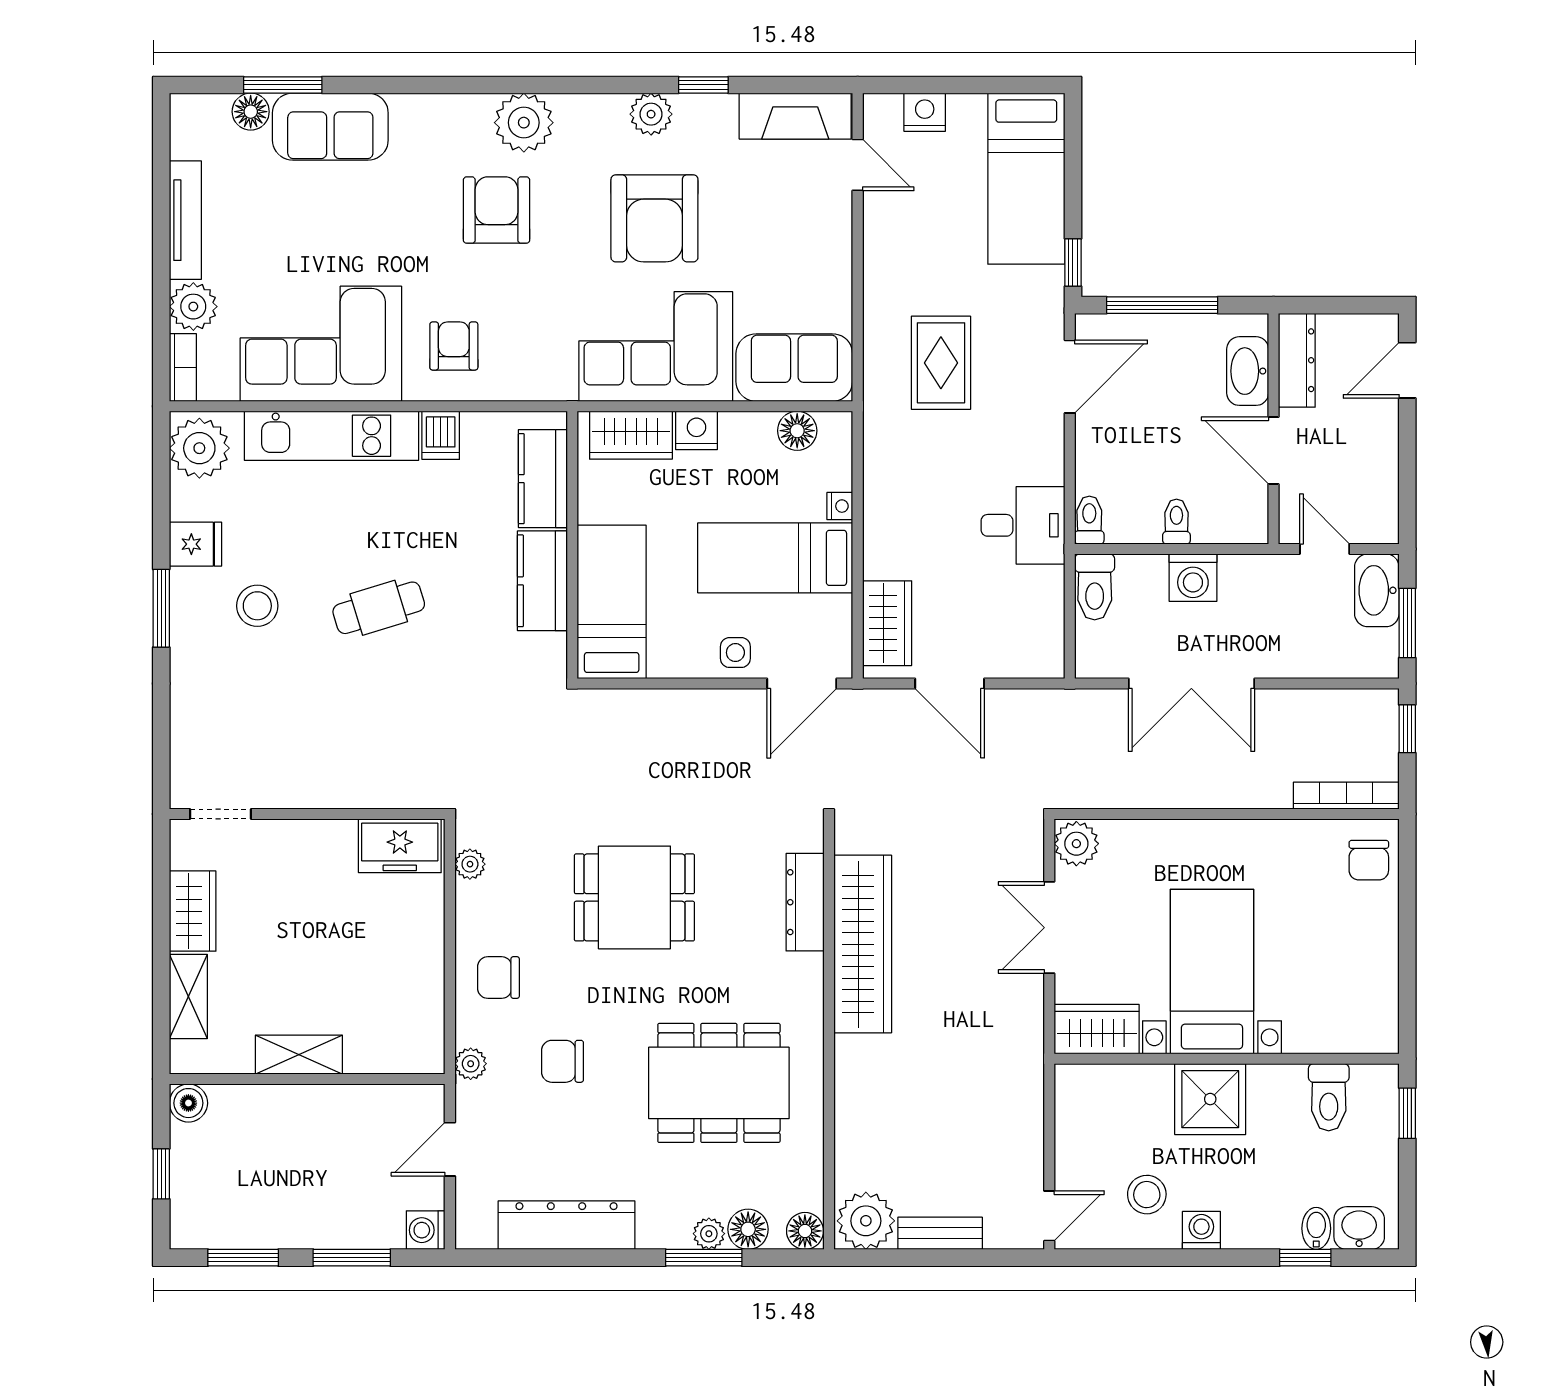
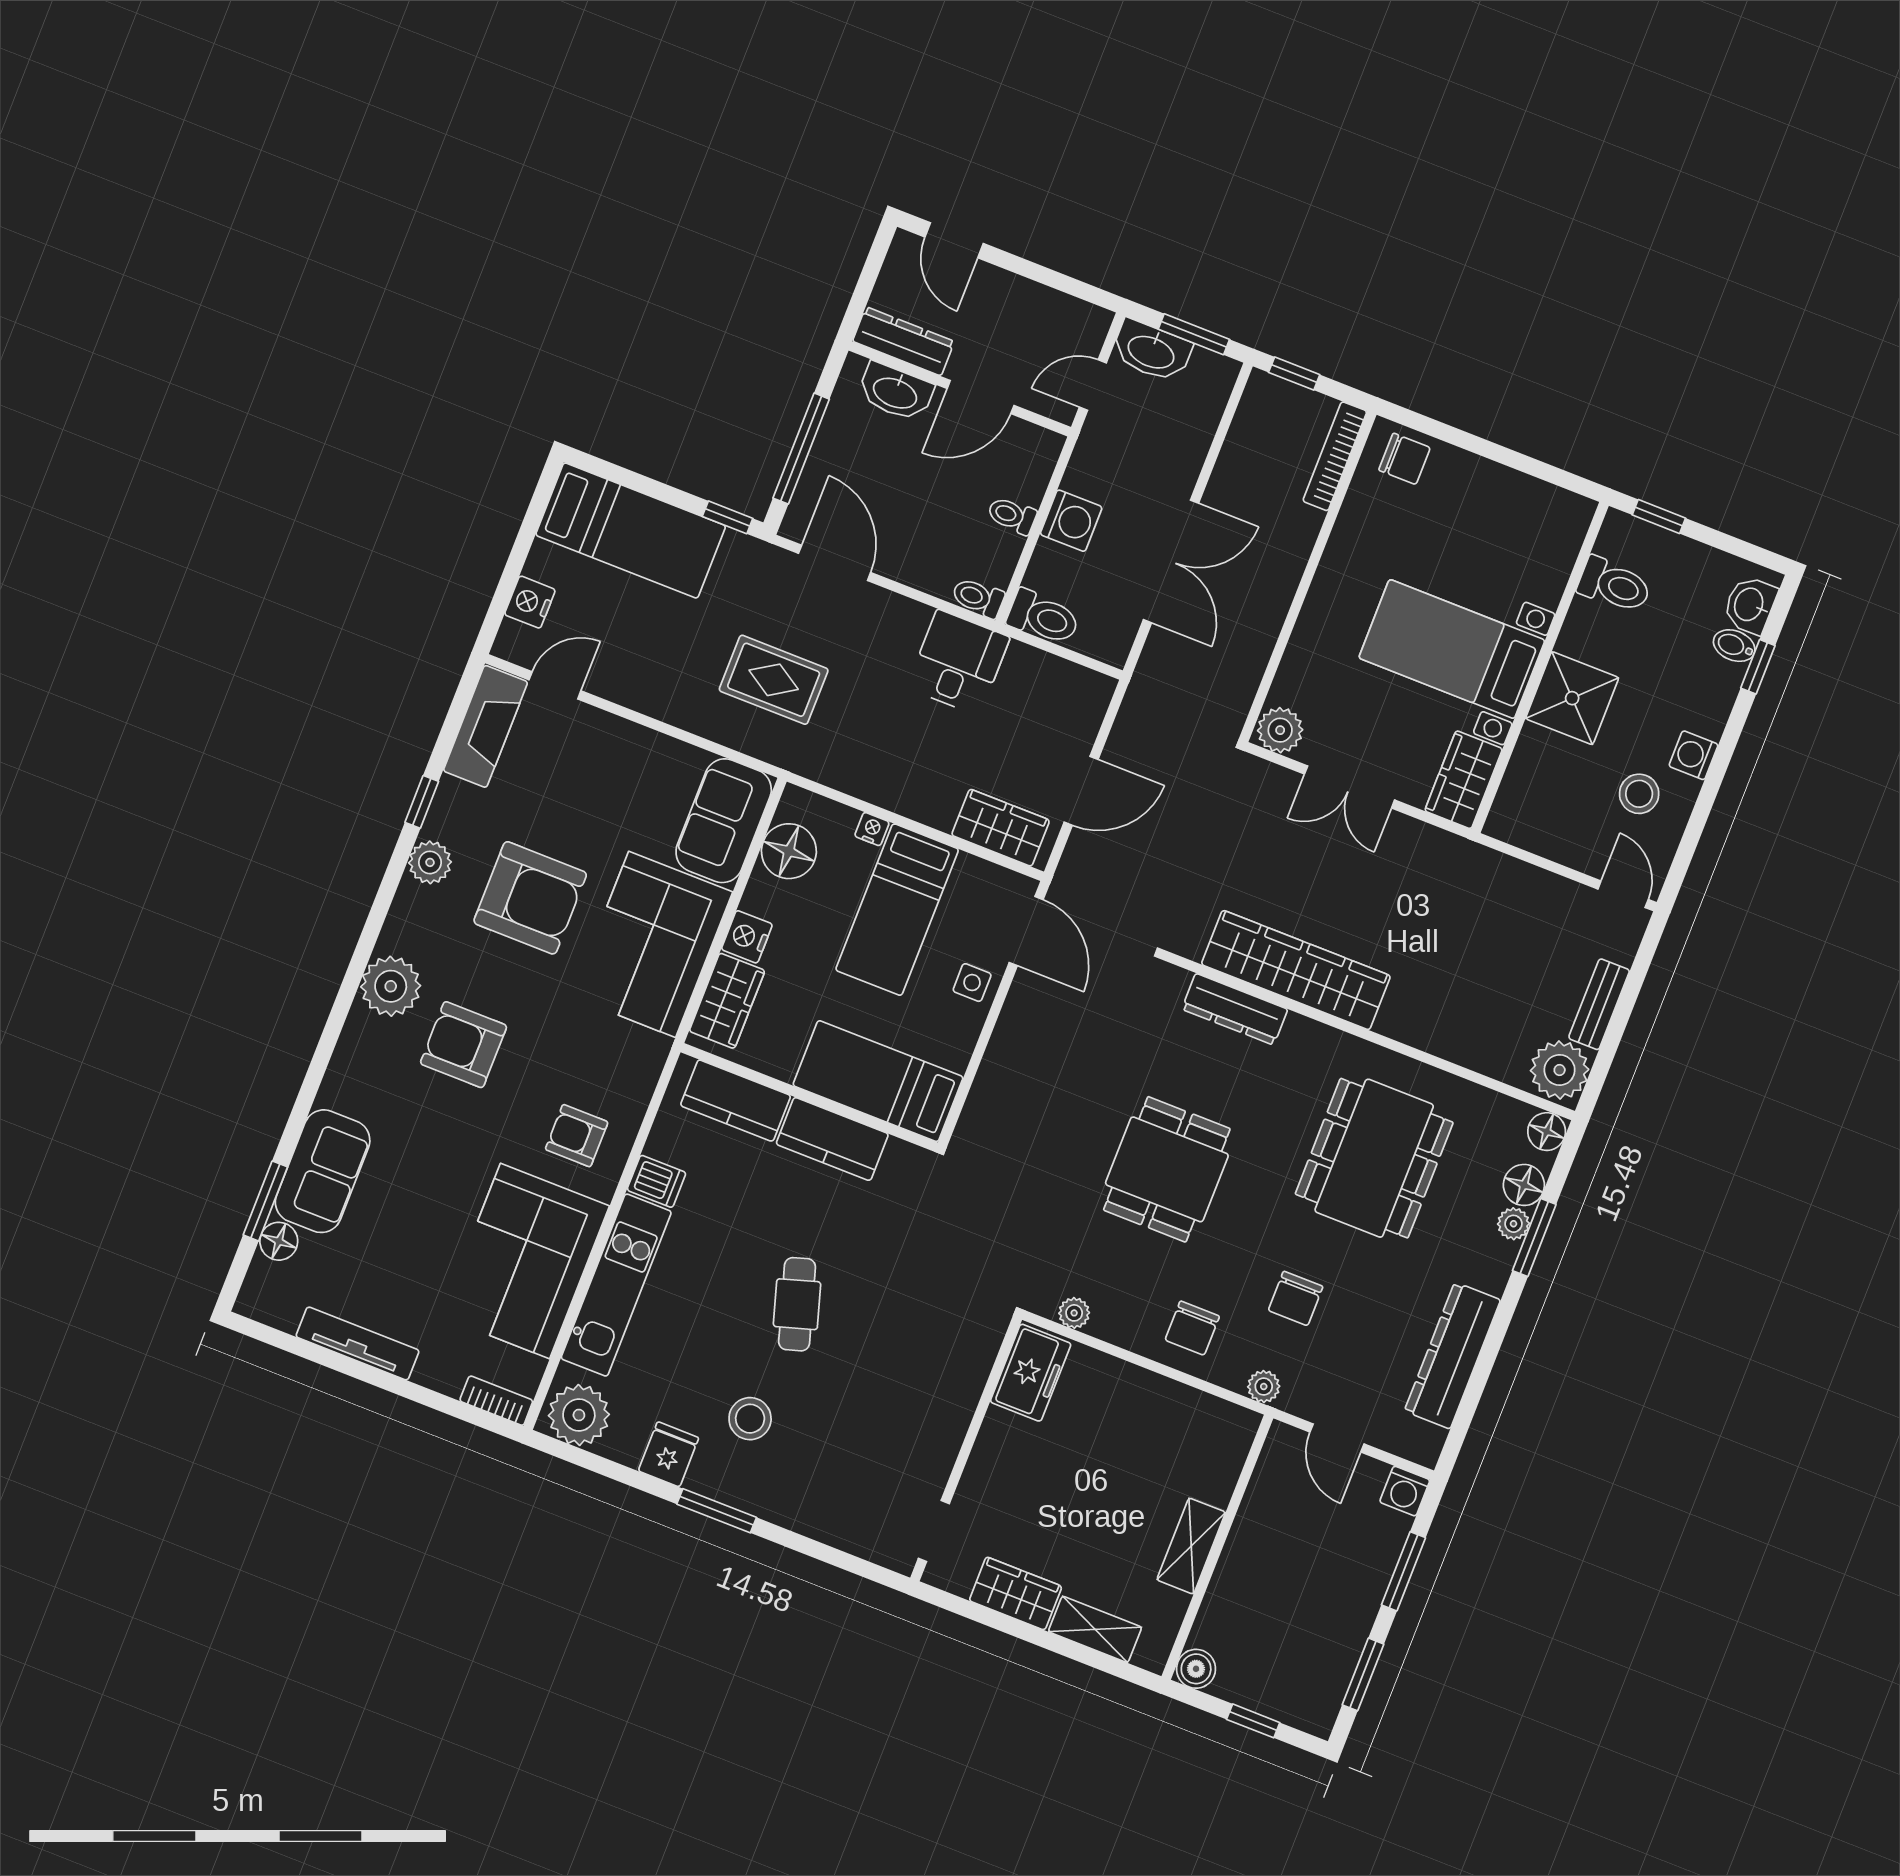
plant: (193, 307) -> (442, 1368), removed
floor lamp: (797, 431) -> (789, 851), width x1.38, depth x1.38

